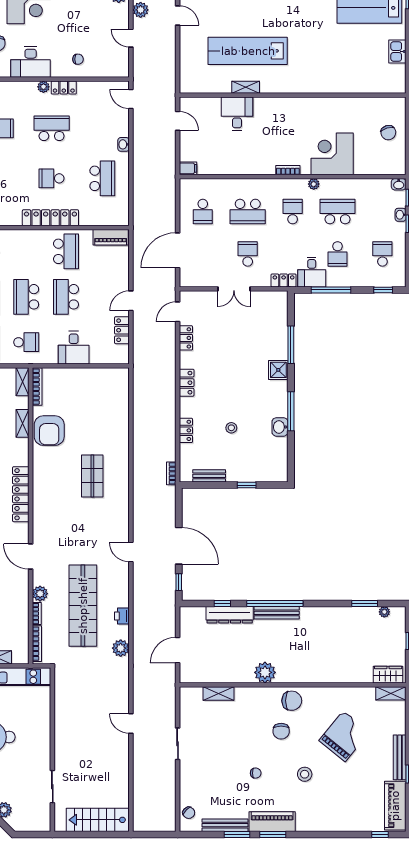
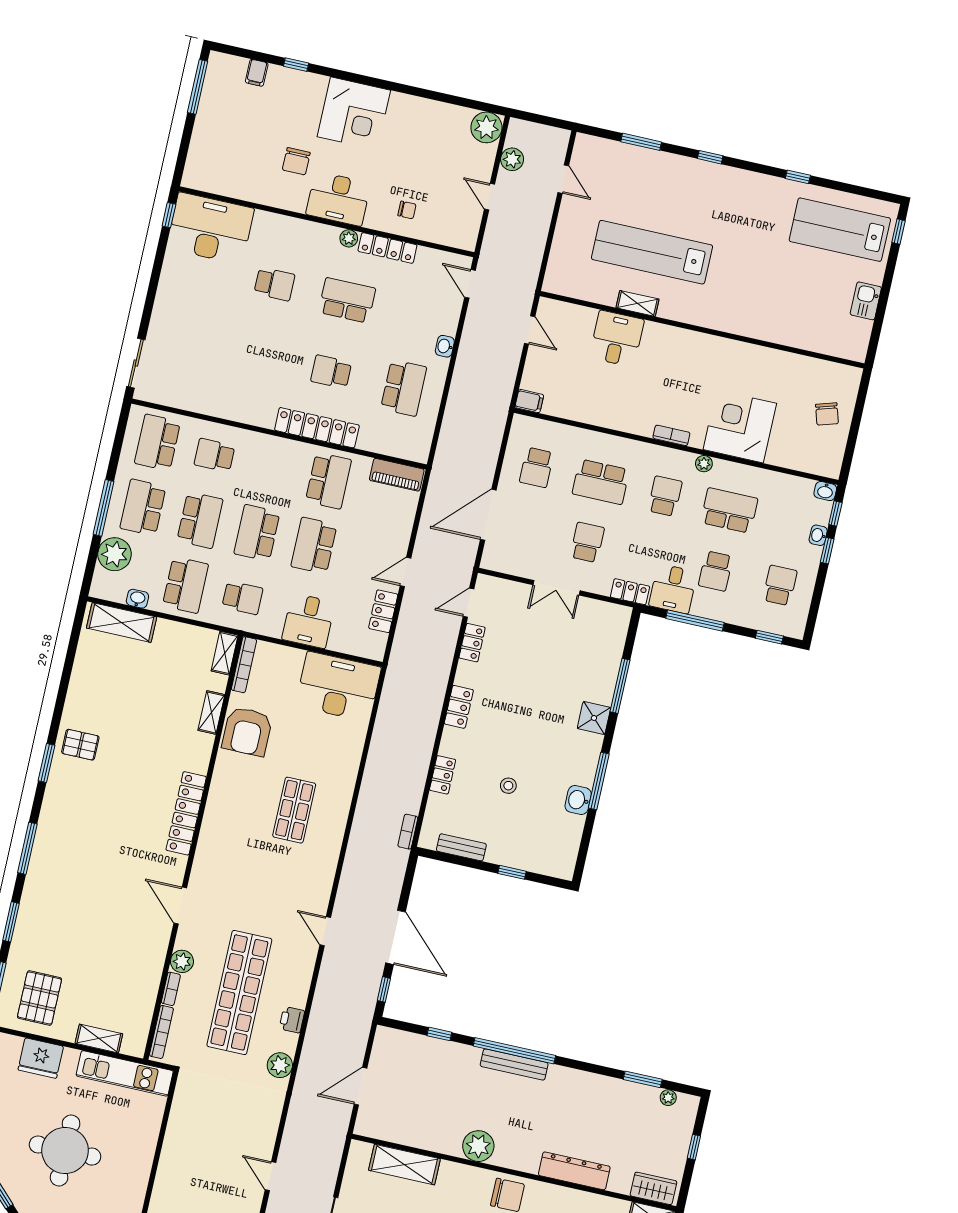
locker: (64, 88) -> (387, 248), width x1.53
desk: (103, 387) -> (338, 687), added
dresser: (230, 615) -> (574, 1171), moved, turned 180
shelving: (219, 693) -> (404, 1165), width x1.50, depth x1.33

